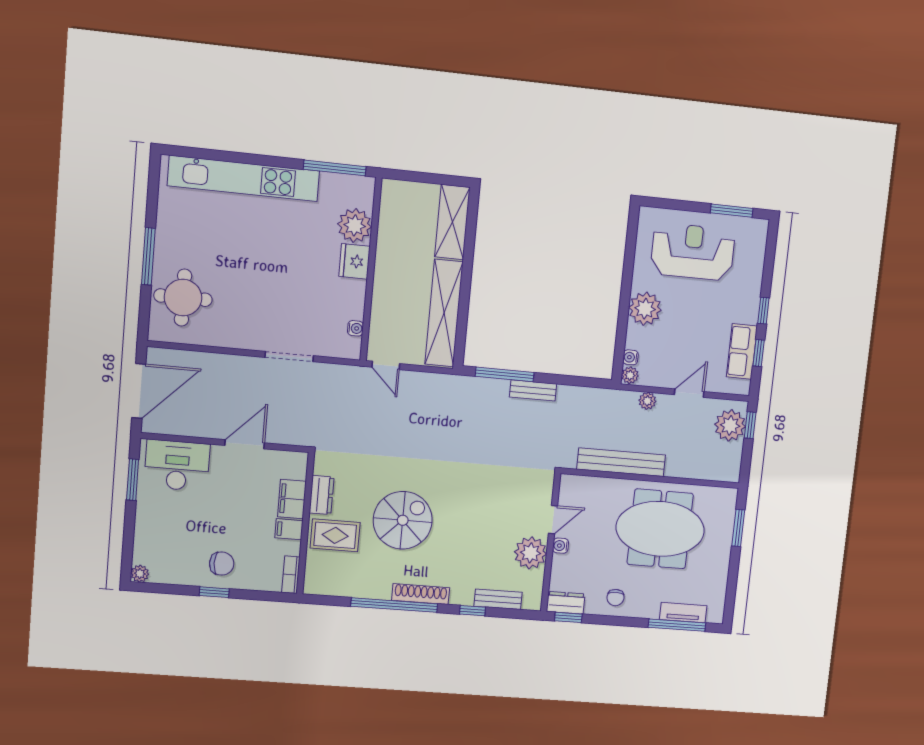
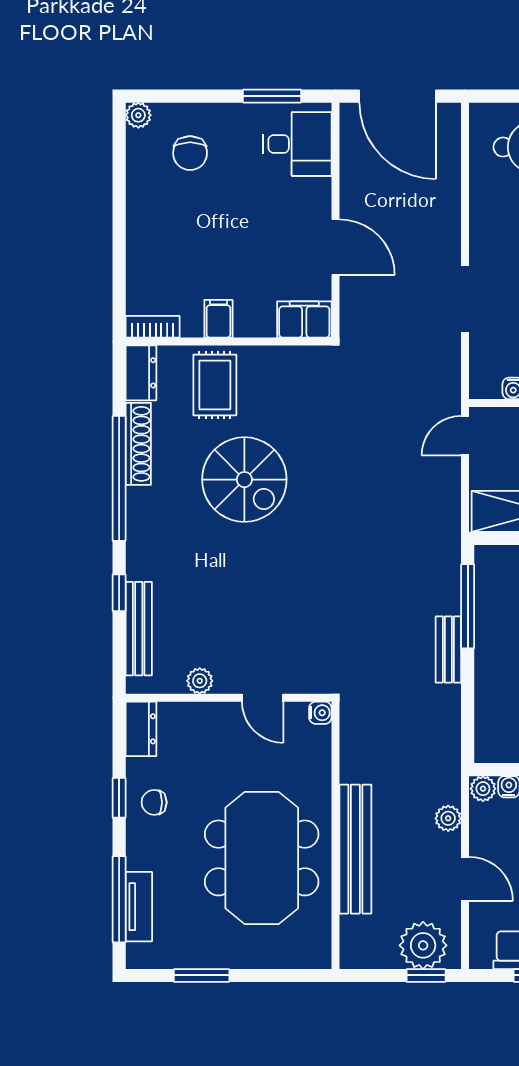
bench: (621, 462) -> (355, 849), moved
desk: (177, 465) -> (297, 144), width x0.73
dresser: (322, 495) -> (141, 373), moved, turned -90
filing cabinet: (292, 499) -> (304, 319), moved
window: (738, 528) -> (202, 975), moved
water cooler: (561, 546) -> (320, 713), moved, turned 90
plant: (530, 553) -> (200, 681), width x0.53, depth x0.53
chair: (222, 564) -> (190, 153), moved
window: (214, 592) -> (119, 221), removed
shoe rack: (421, 594) -> (138, 444), moved
bench: (498, 599) -> (139, 629), width x1.36
window: (568, 617) -> (119, 798), moved

